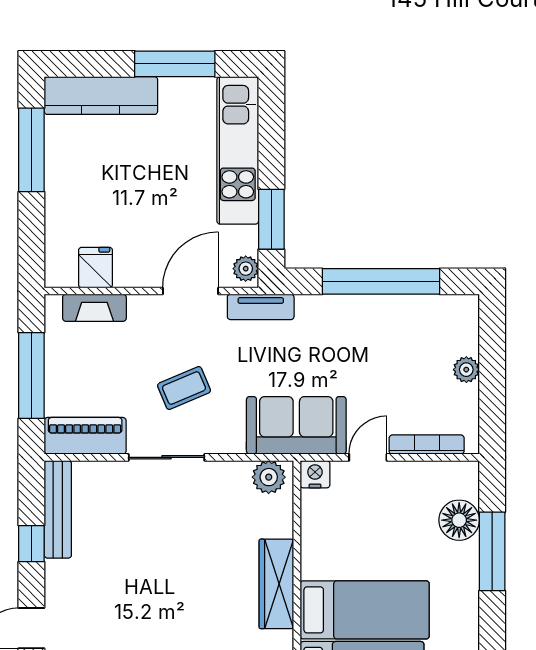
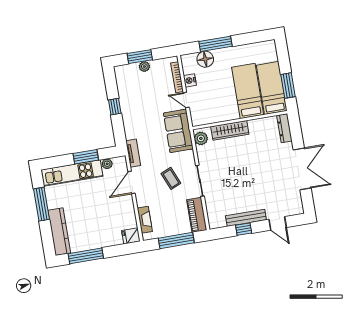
window: (271, 219) -> (86, 157), moved
fridge: (96, 268) -> (131, 236), moved
plant: (246, 269) -> (107, 164), moved
window: (381, 281) -> (115, 107), width x0.32
door: (190, 291) -> (132, 182), hinge flipped
window: (492, 363) -> (140, 57), added
nightstand: (315, 474) -> (190, 80), moved
bench: (58, 509) -> (246, 218), moved
wardrobe: (276, 584) -> (230, 130), moved

